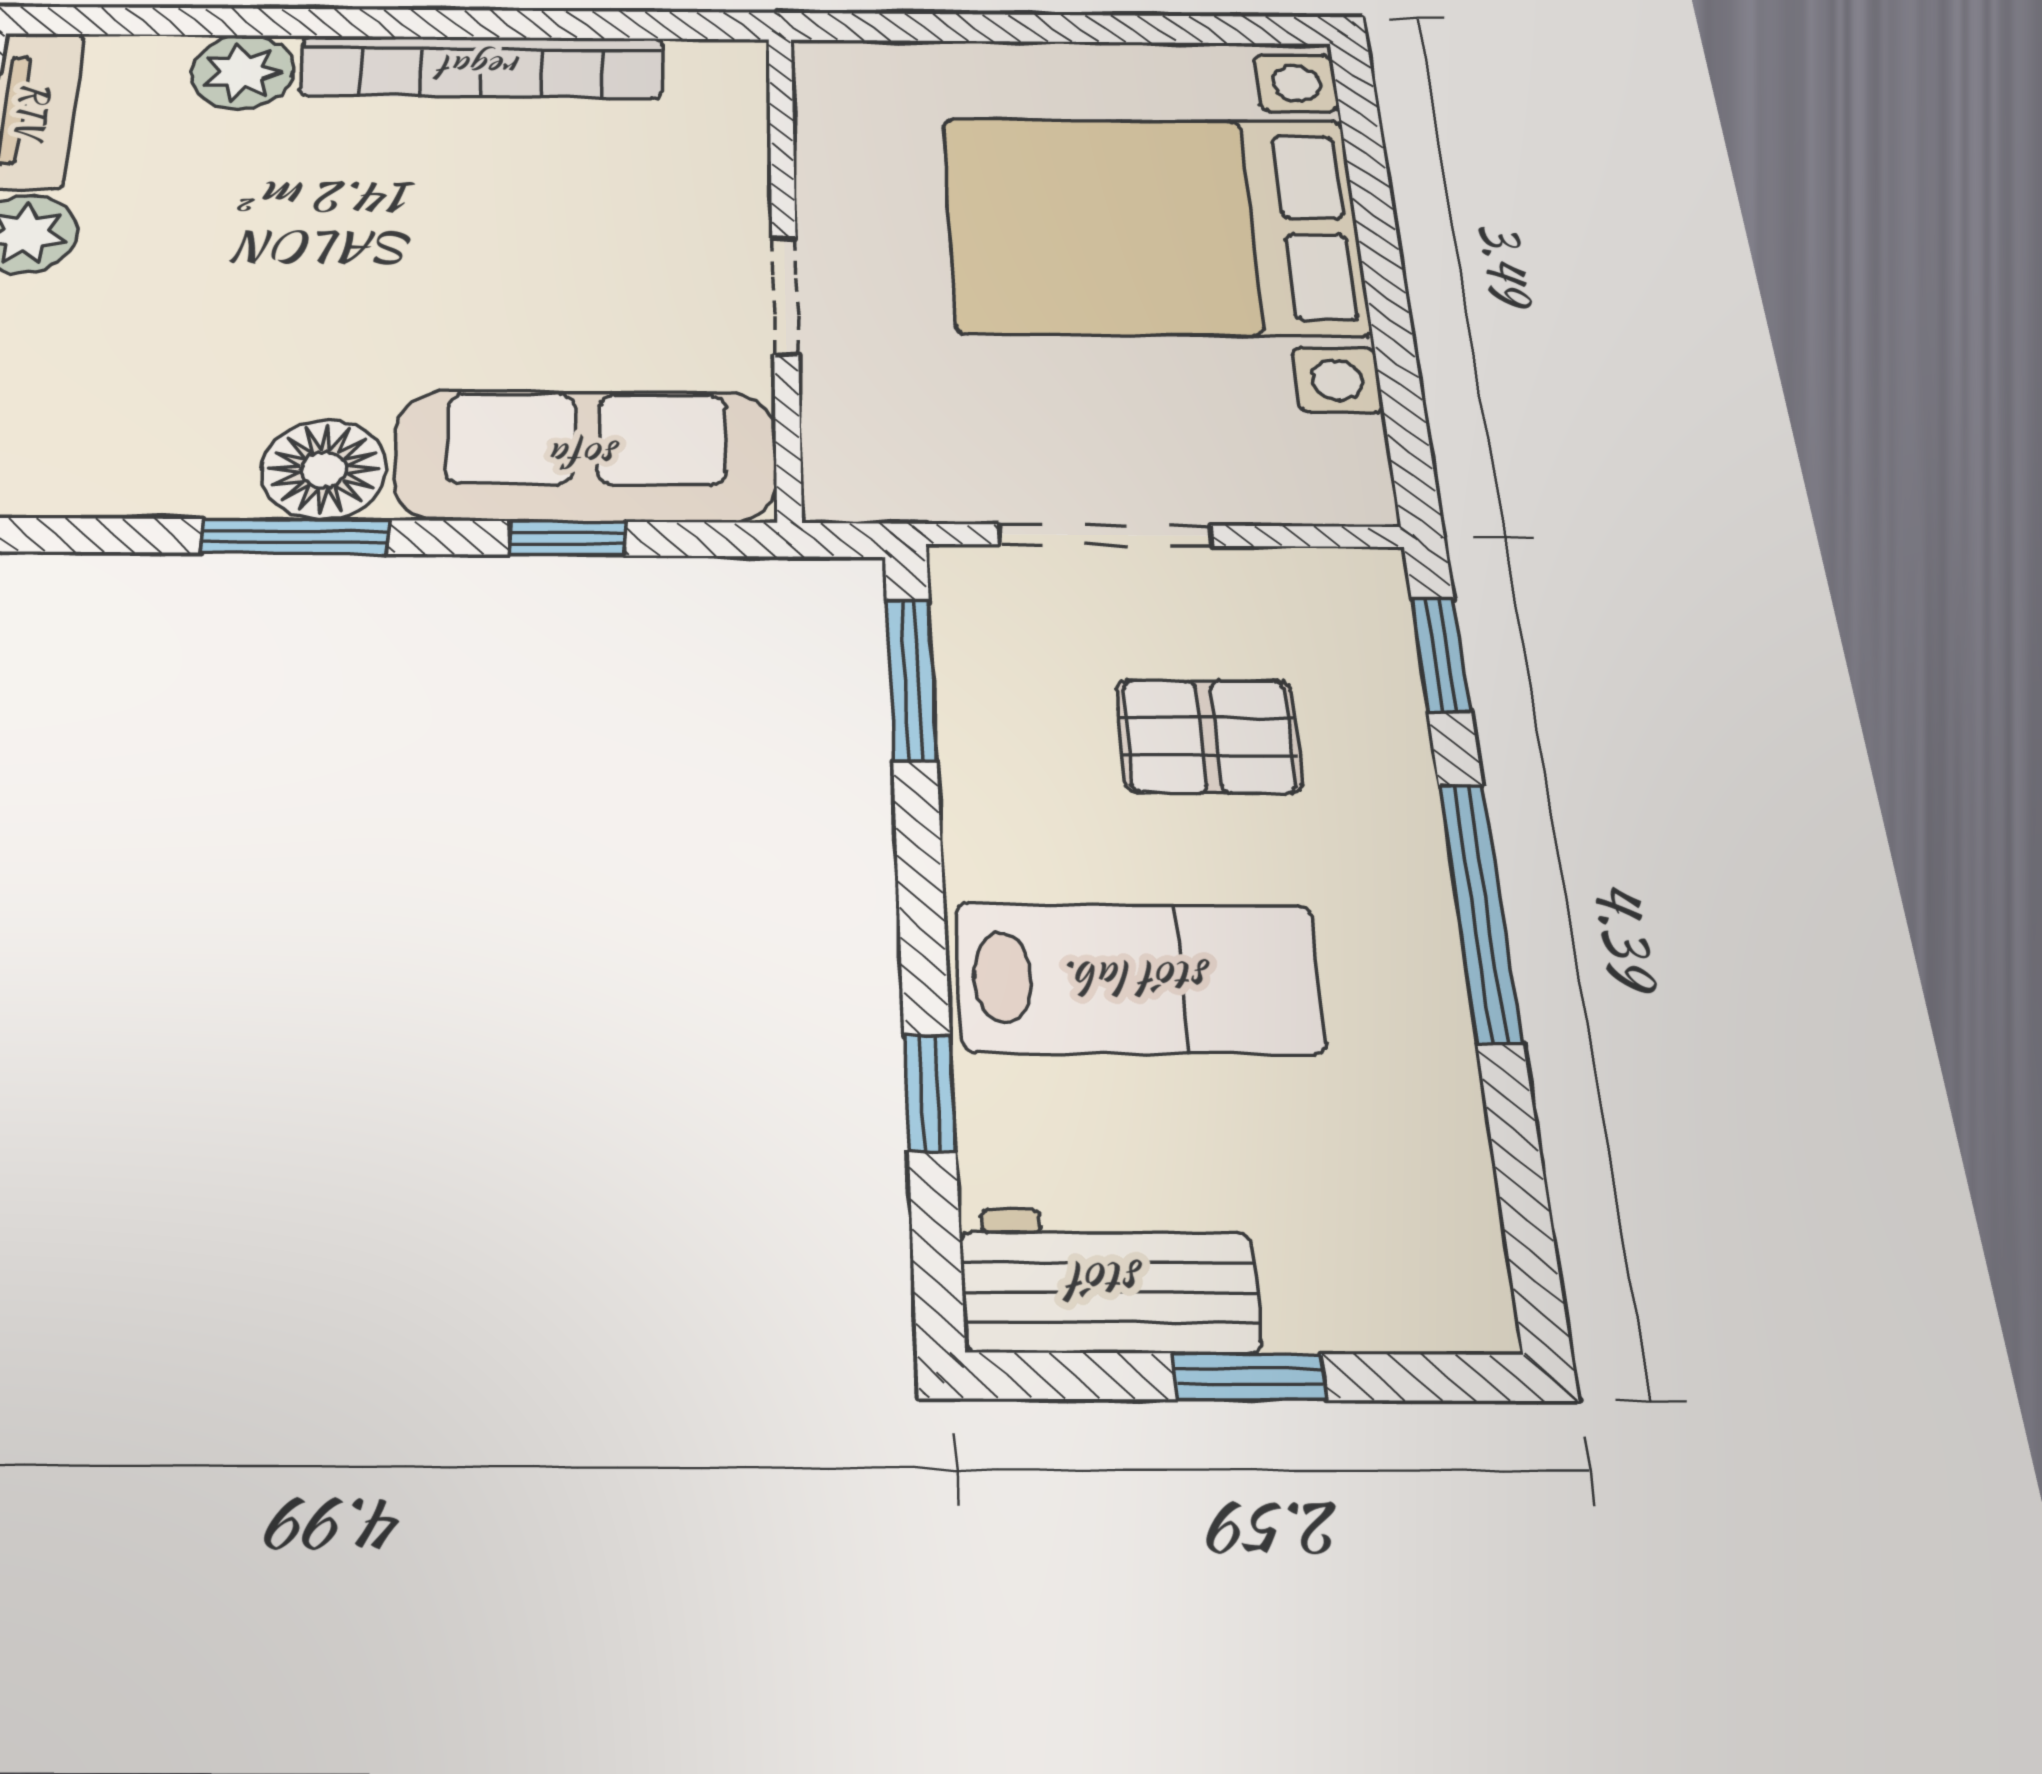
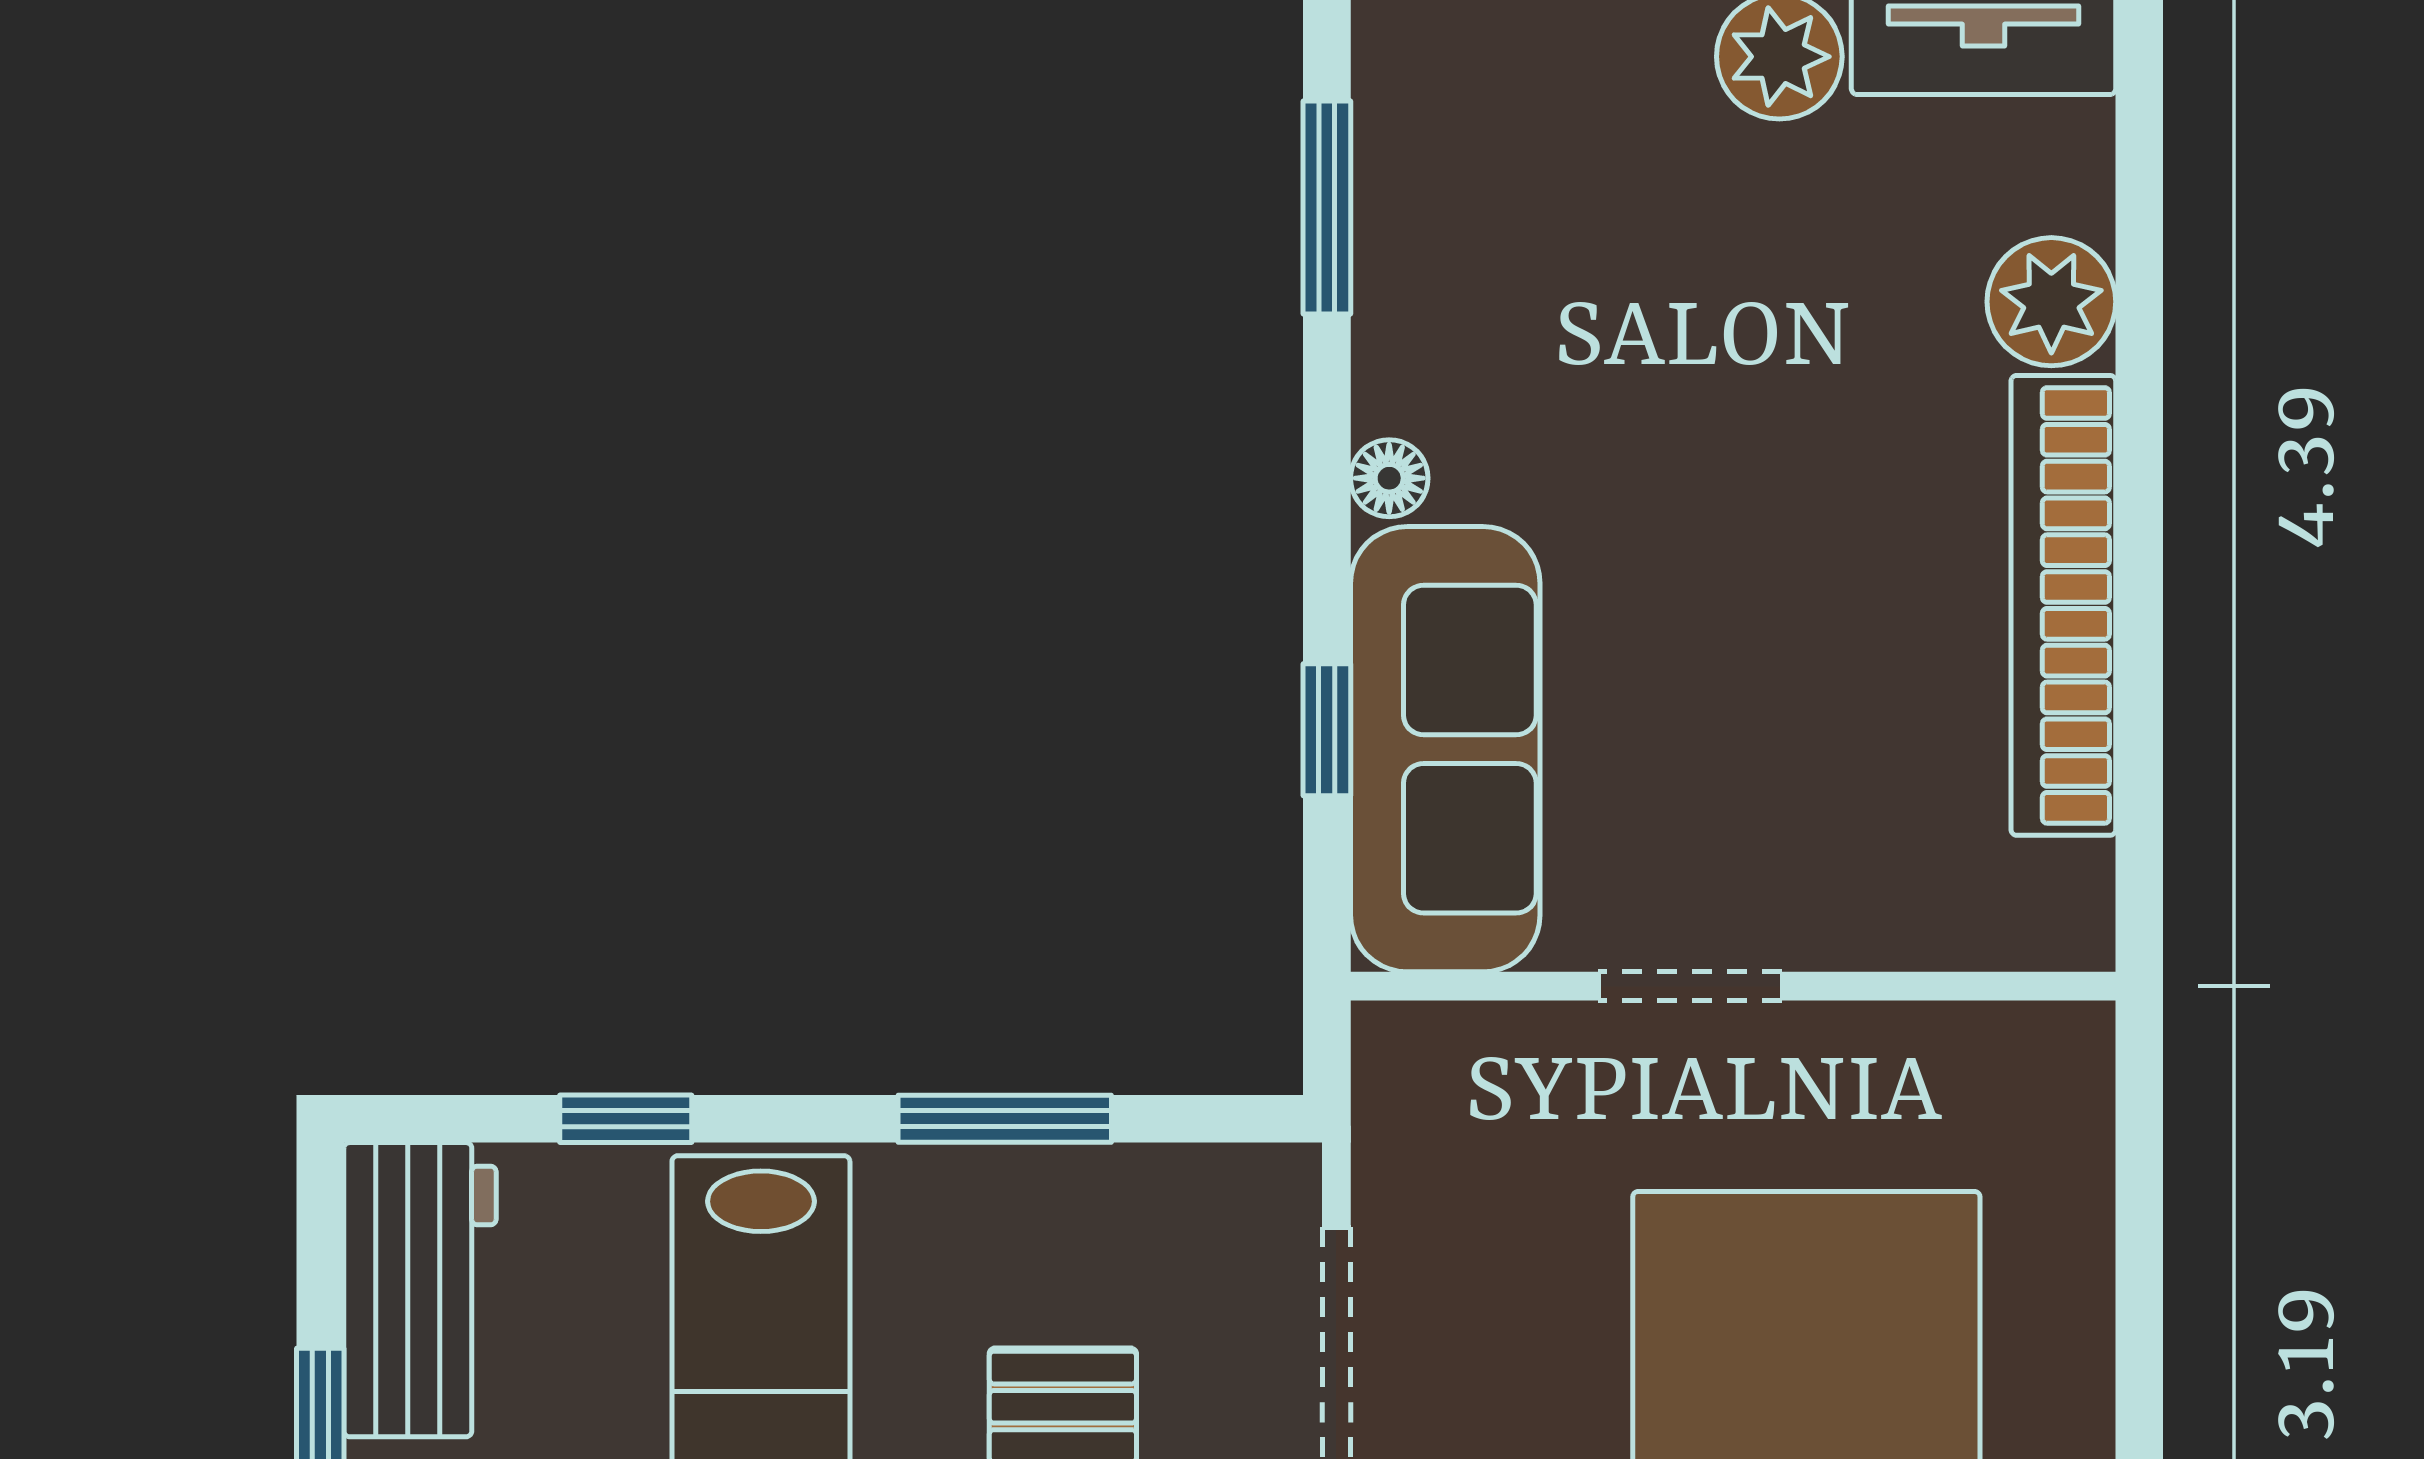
floor lamp: (324, 469) -> (1389, 478), width x0.53, depth x0.53
window: (295, 536) -> (1327, 208), moved
window: (911, 679) -> (1005, 1119), moved

